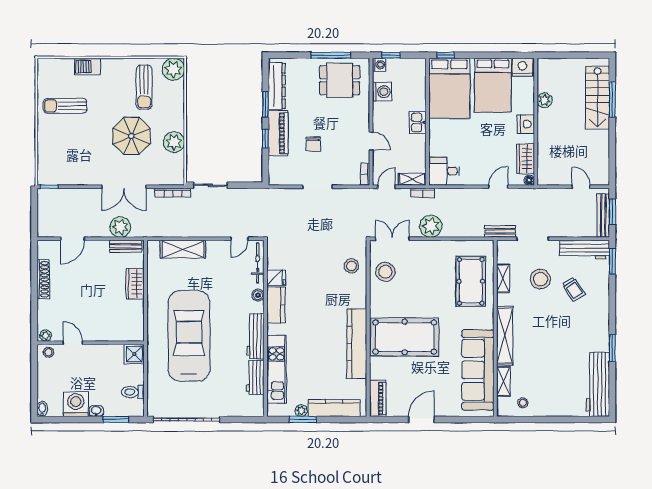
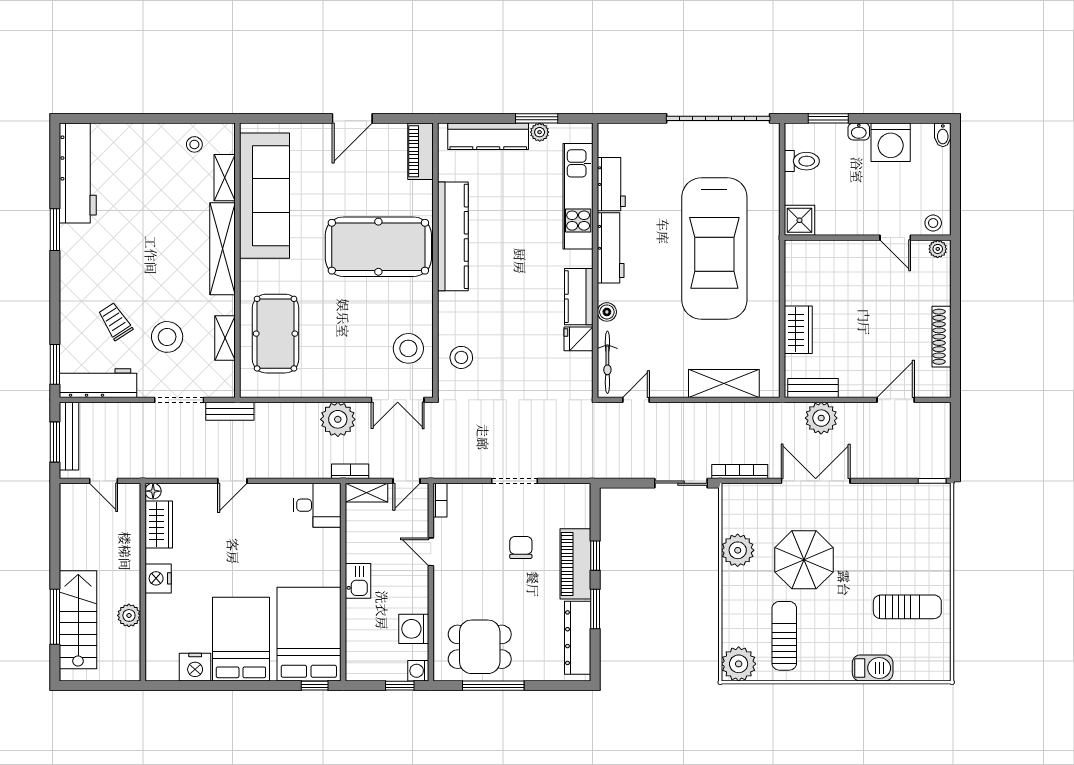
plant: (545, 100) -> (129, 615), moved
wall: (536, 122) -> (143, 582), moved
nightstand: (526, 124) -> (158, 578), moved
wardrobe: (525, 159) -> (159, 524), moved
floor lamp: (529, 180) -> (153, 491), moved

